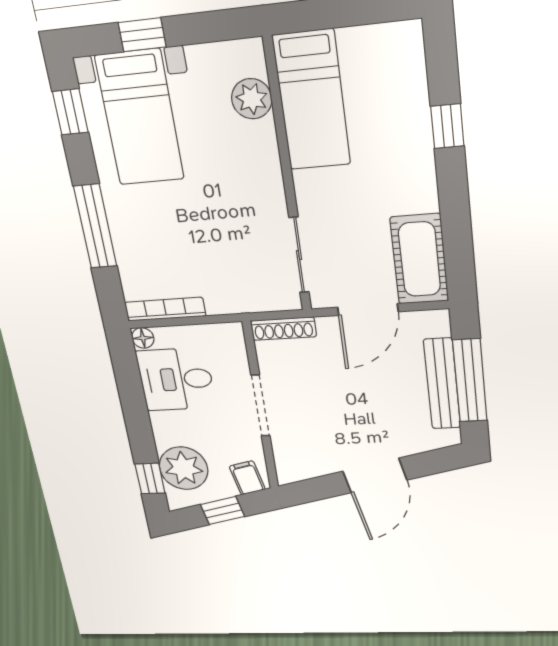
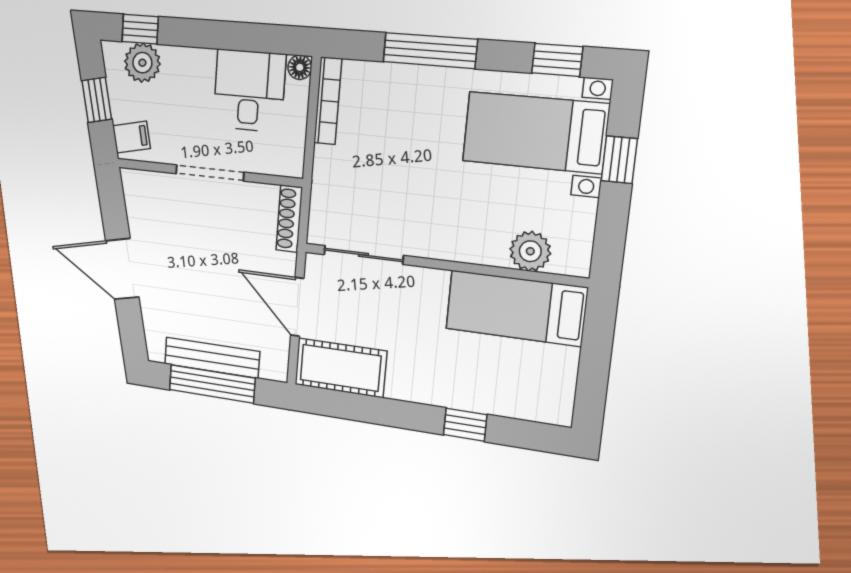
plant: (184, 468) -> (142, 63), width x0.73, depth x0.73

